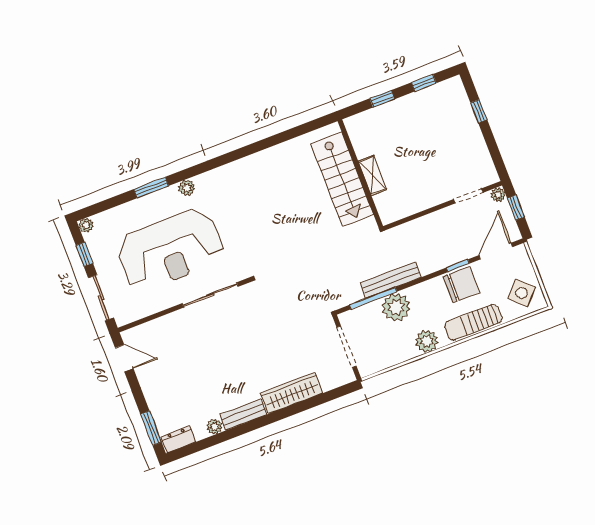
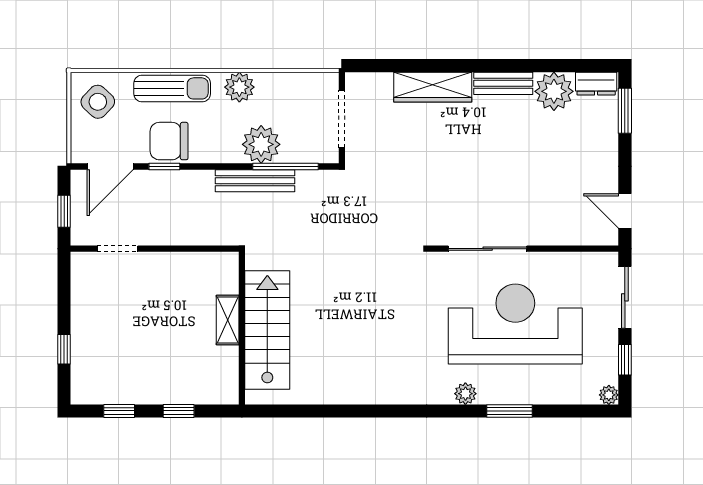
plant: (498, 195) -> (80, 236), removed
plant: (214, 427) -> (554, 91), width x1.88, depth x1.88

